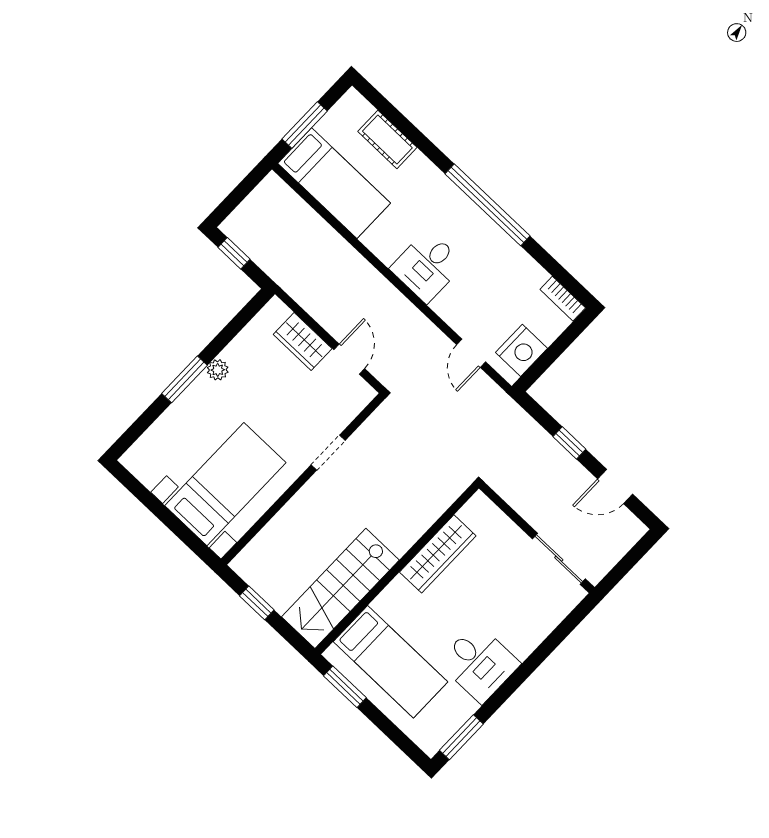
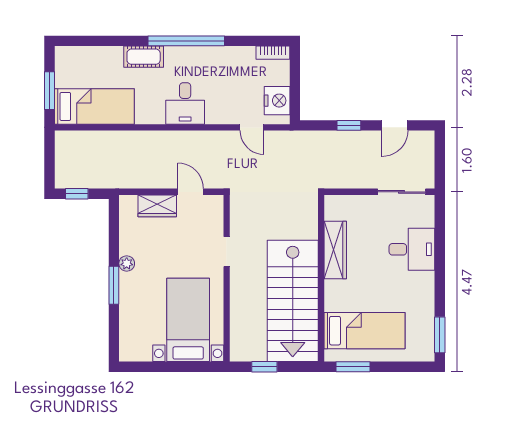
cot: (387, 139) -> (144, 57), moved
stairs: (340, 588) -> (293, 301), width x1.36, depth x1.51
desk: (479, 663) -> (412, 249), moved

